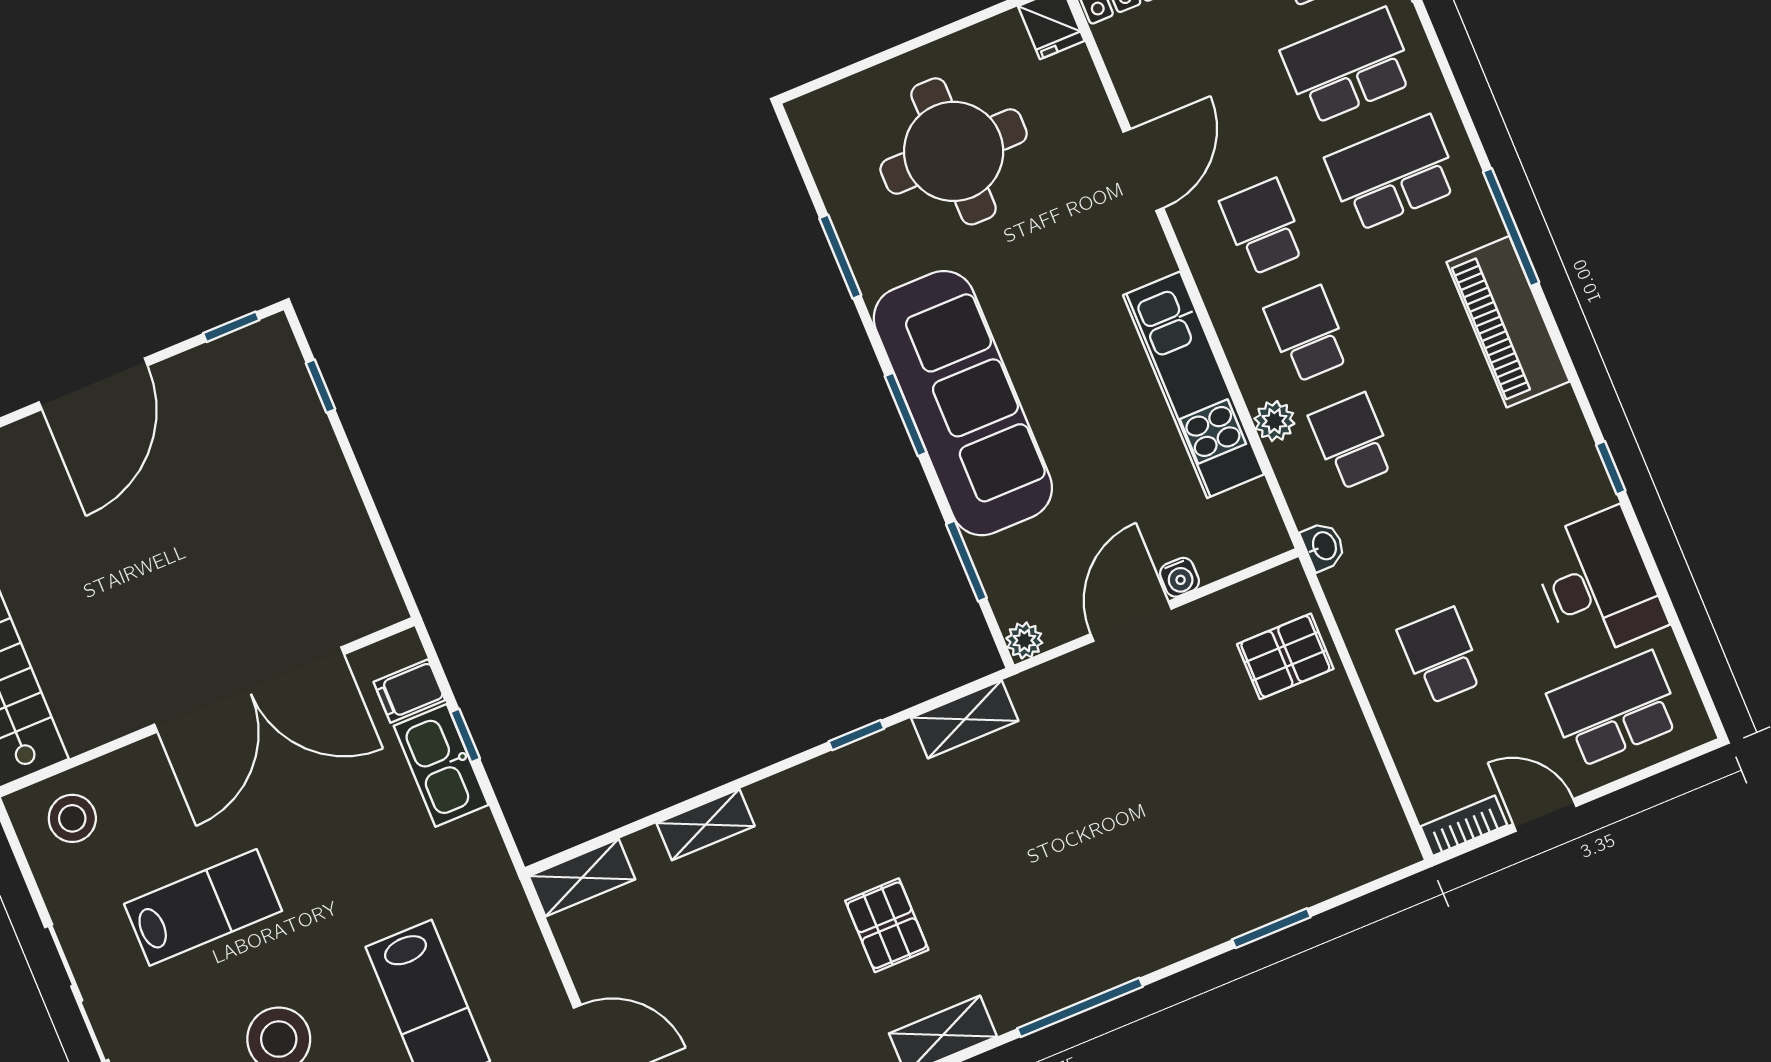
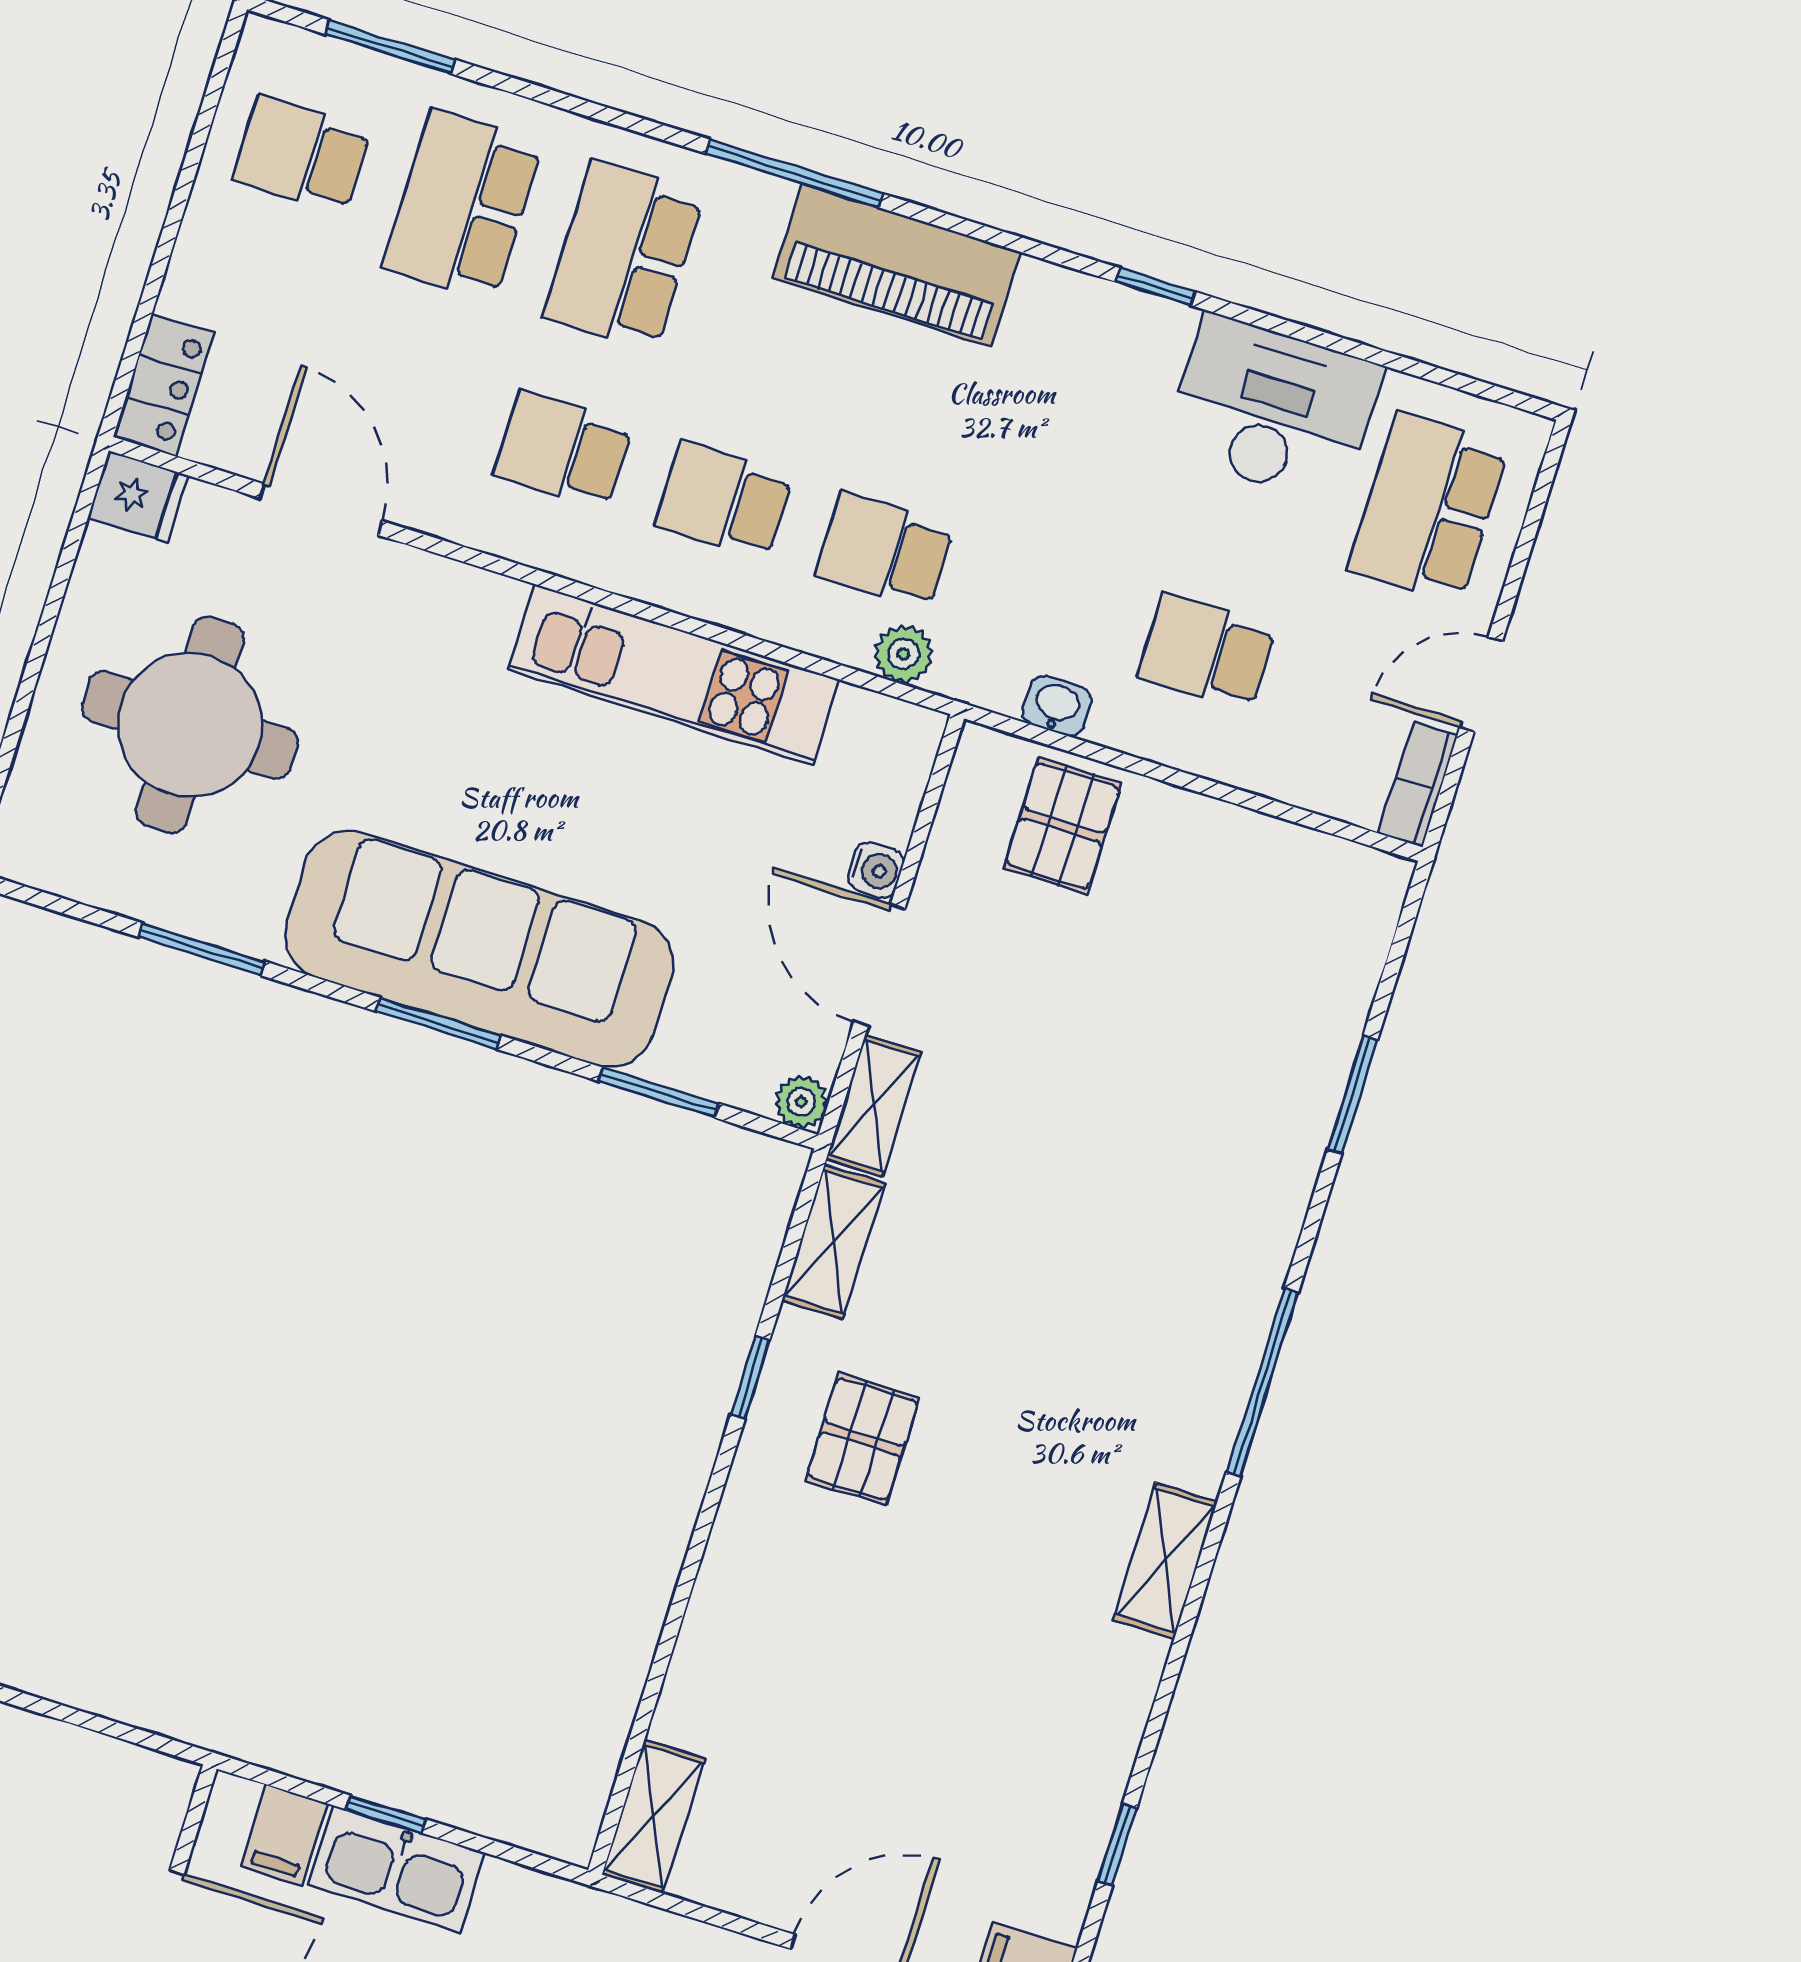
door: (1143, 170) -> (321, 509), moved
plant: (1274, 421) -> (904, 654), moved
washbasin: (1323, 546) -> (1057, 706), moved
shelving: (706, 825) -> (874, 1105), moved
pallet: (887, 925) -> (862, 1439), moved, turned 90

